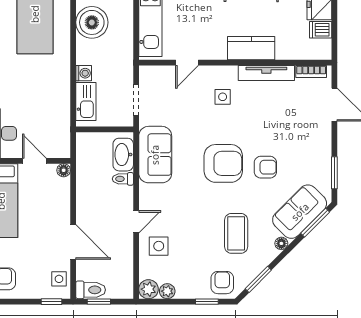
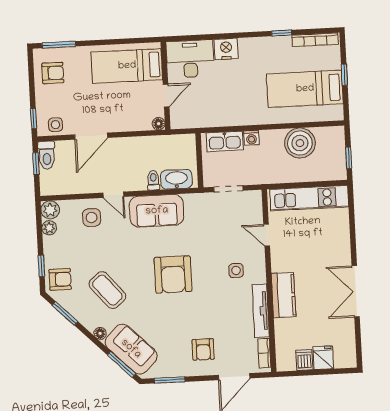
sofa: (155, 155) -> (157, 211), moved
armchair: (265, 167) -> (203, 349), moved
coffee table: (236, 233) -> (107, 290), turned 50

